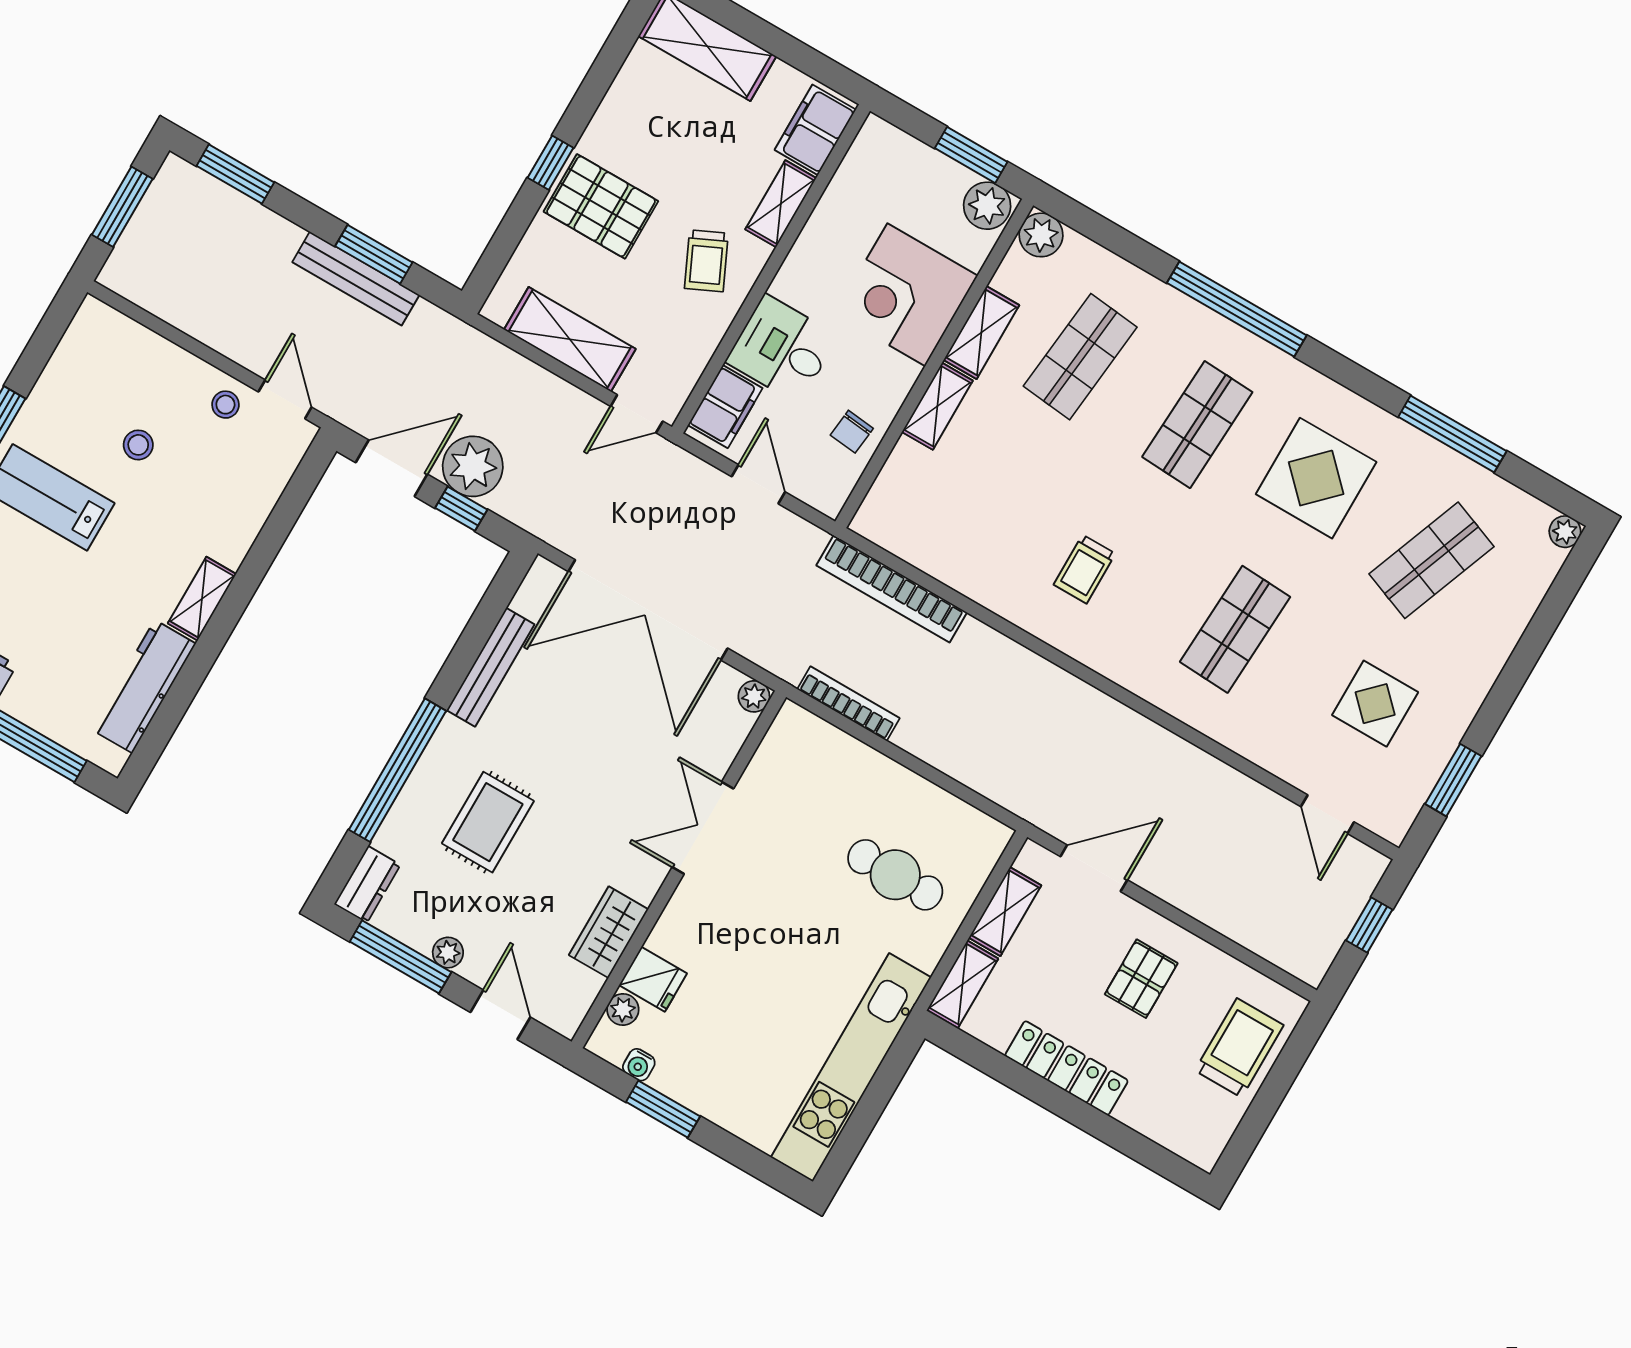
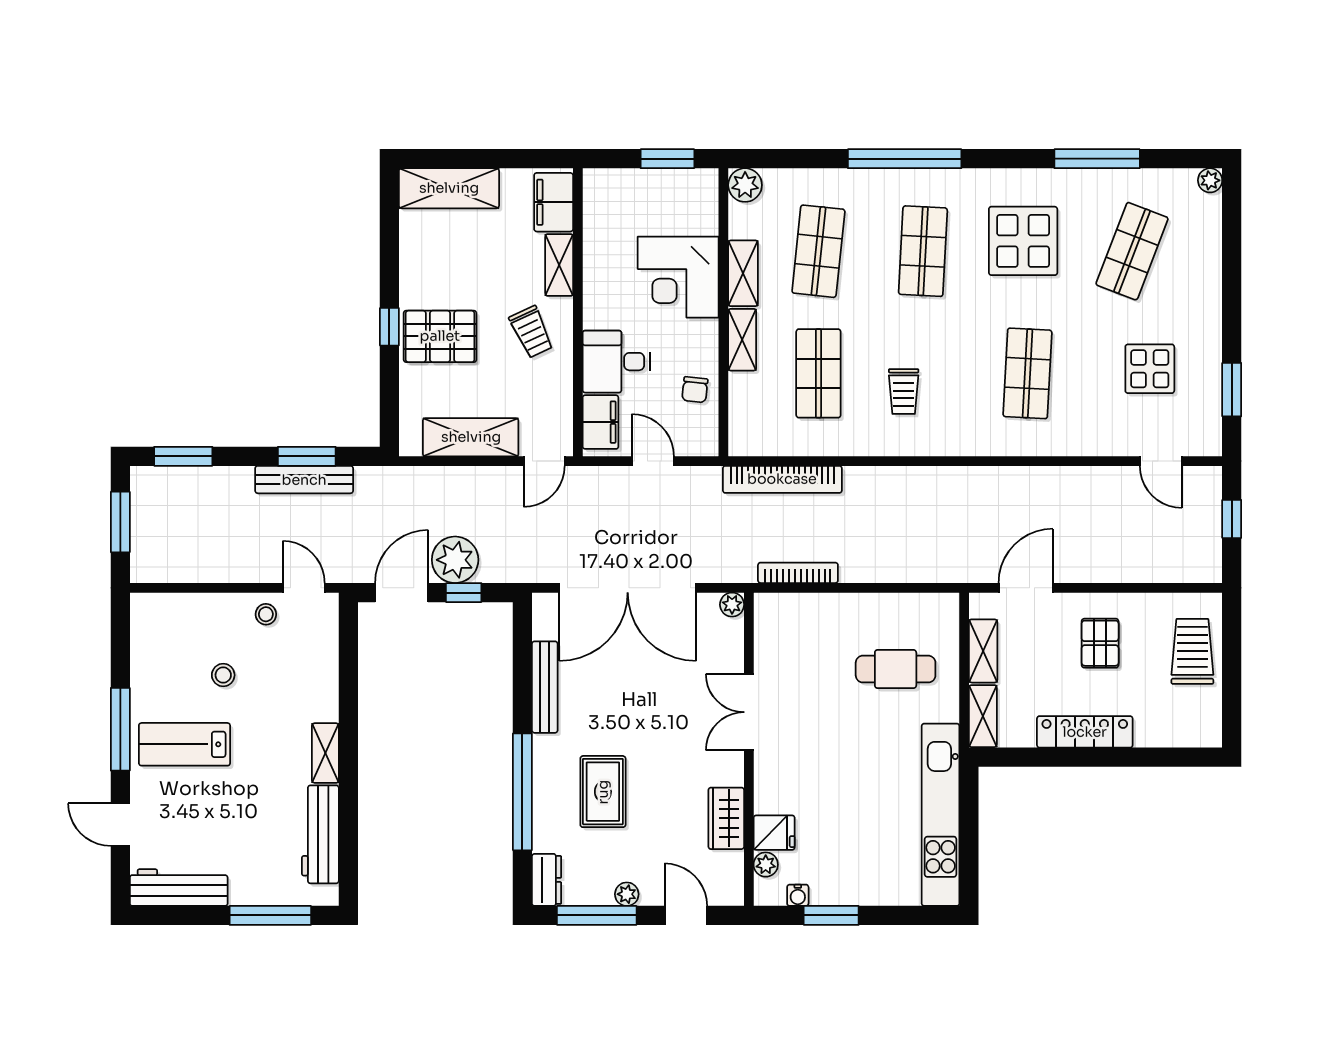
plant: (987, 206) -> (698, 186), removed
shop shelf: (1001, 494) -> (818, 373), added

